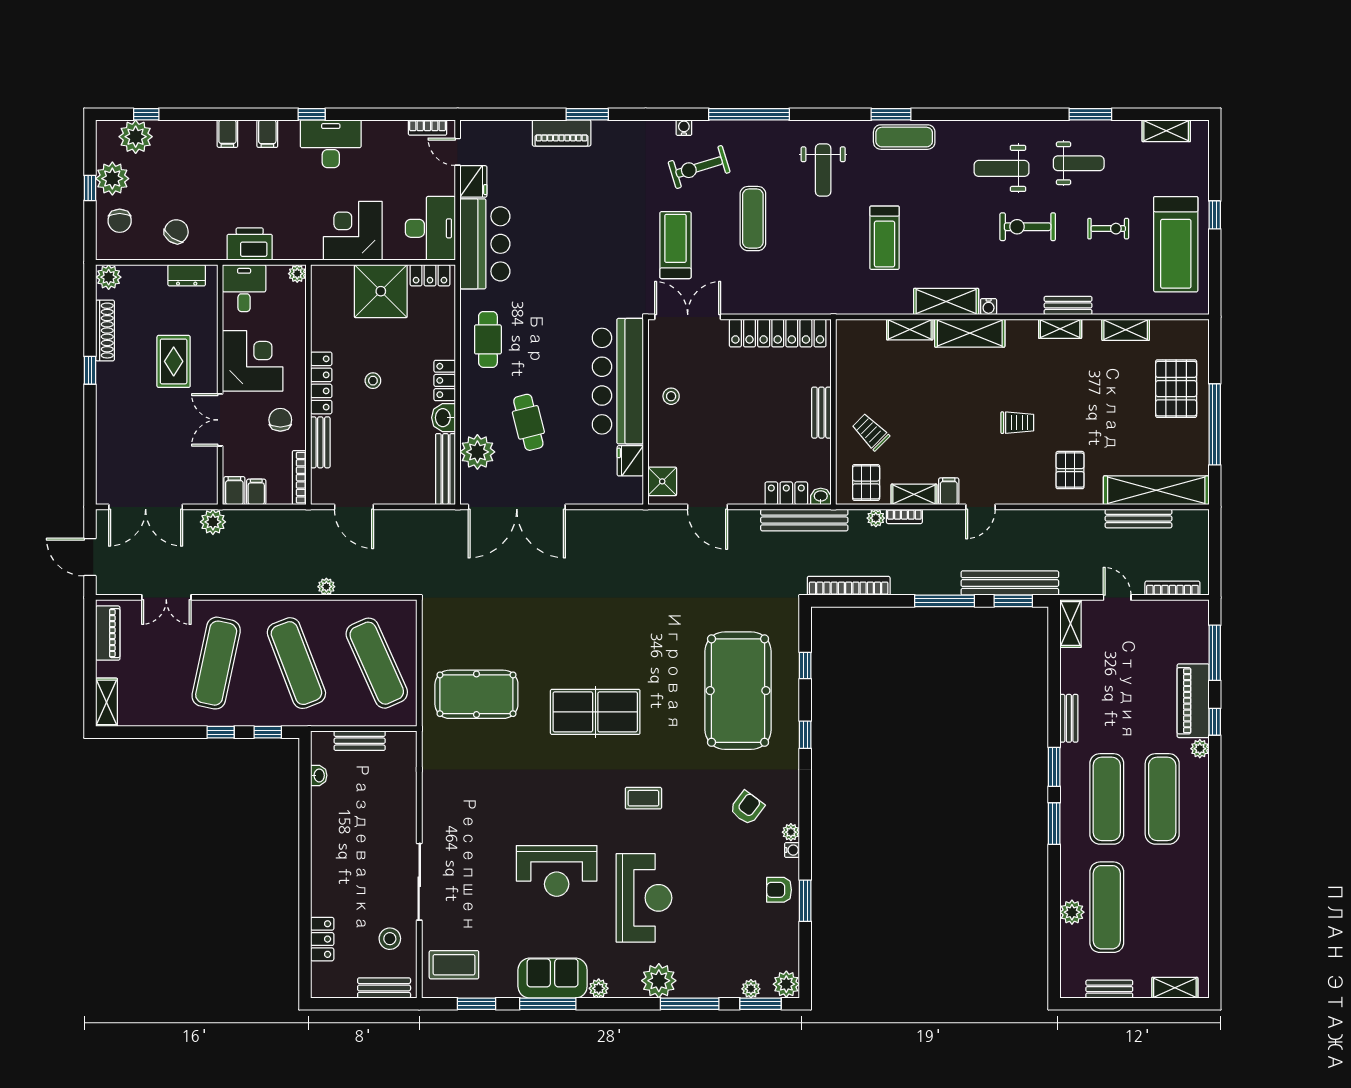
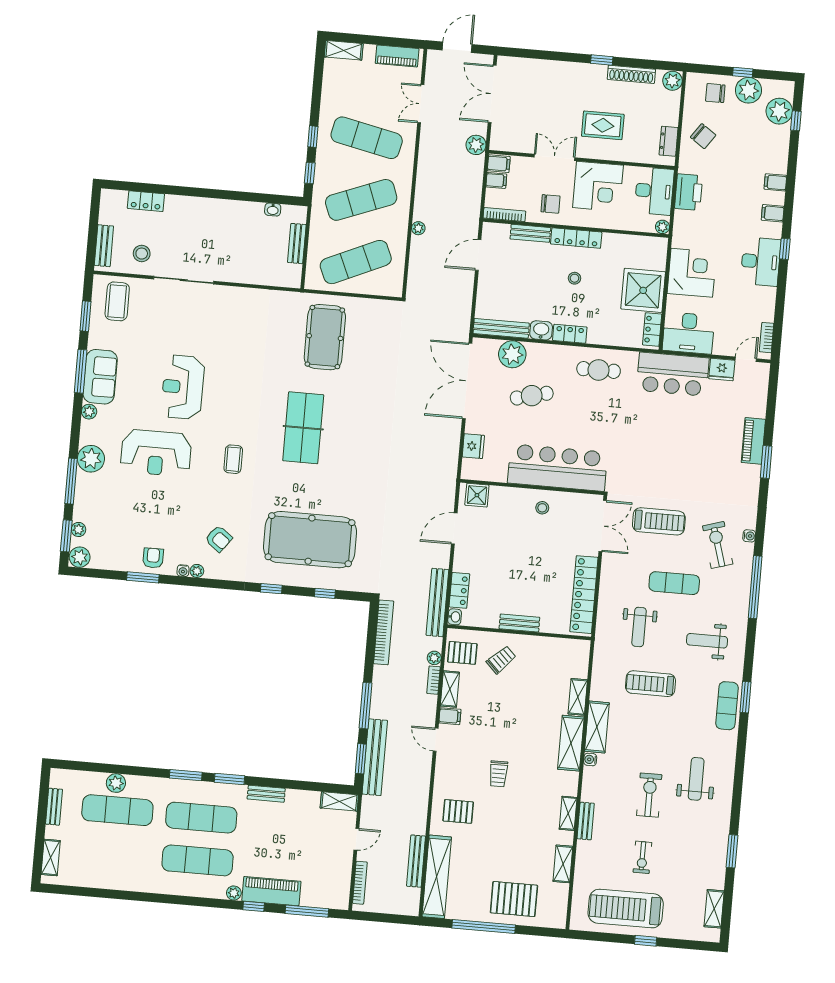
weight bench: (1079, 163) -> (639, 627), moved
desk: (244, 288) -> (654, 191), width x1.37
fridge: (630, 461) -> (473, 446), moved, turned 90

